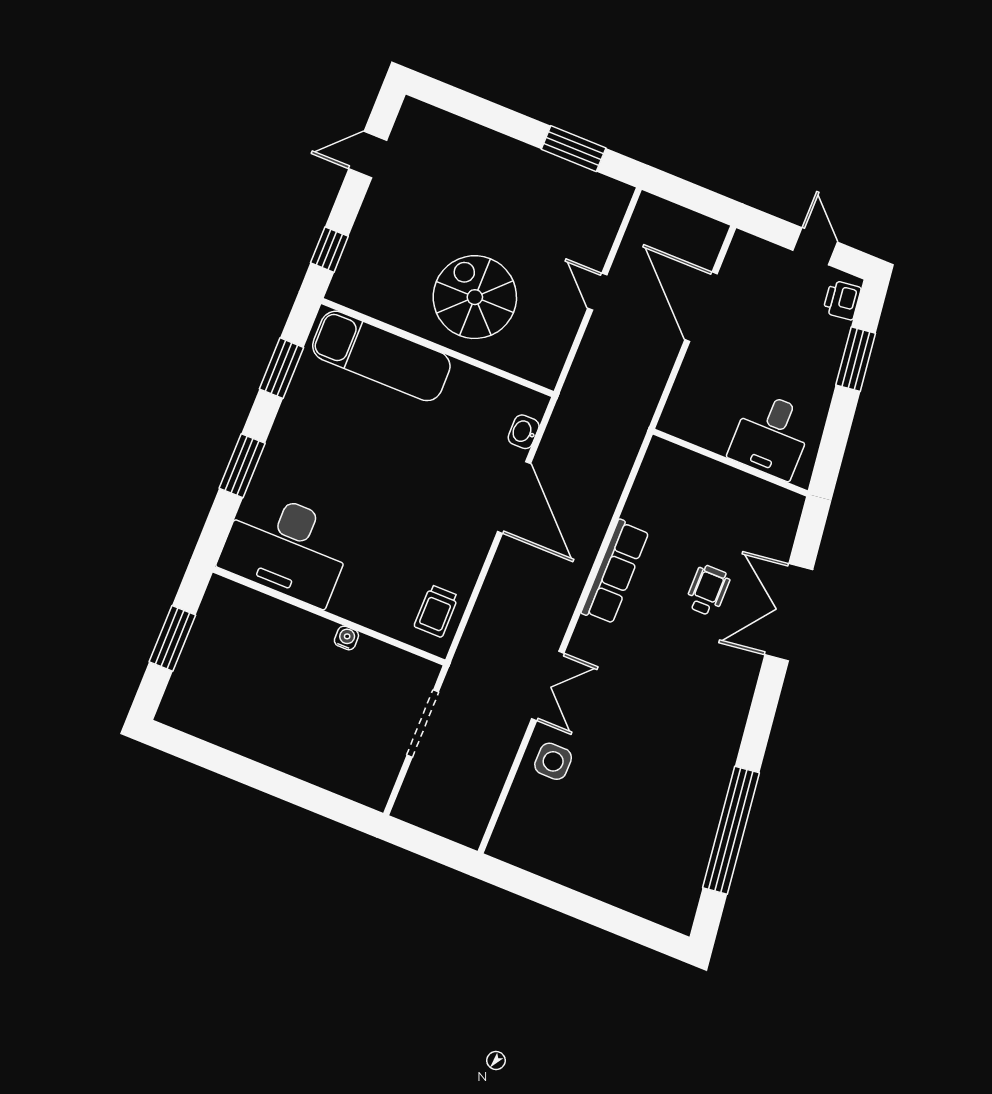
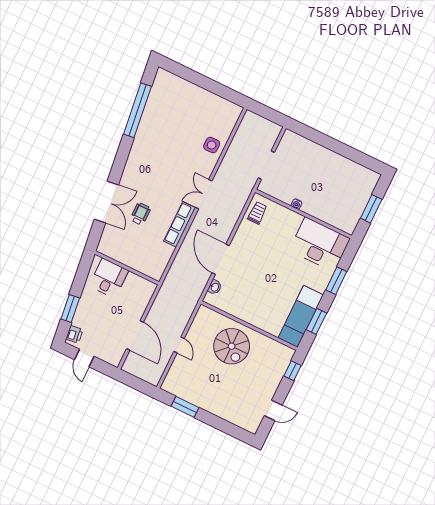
exam couch: (381, 356) -> (301, 316), moved, turned -90
wheelchair: (708, 590) -> (140, 214), turned 180
double door: (548, 686) -> (204, 194), moved

